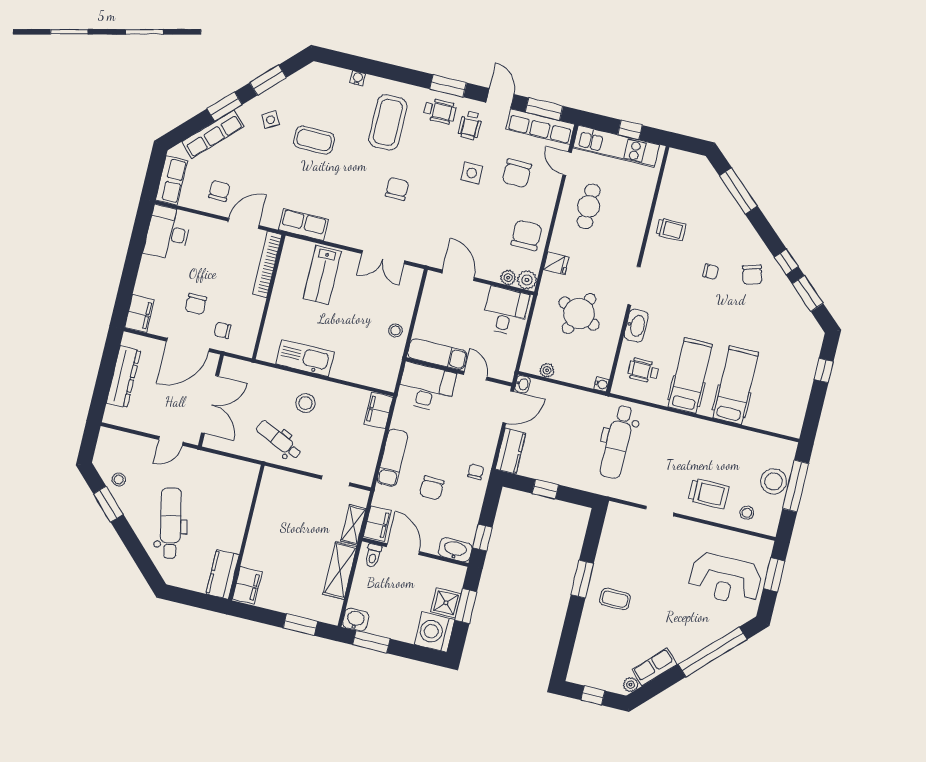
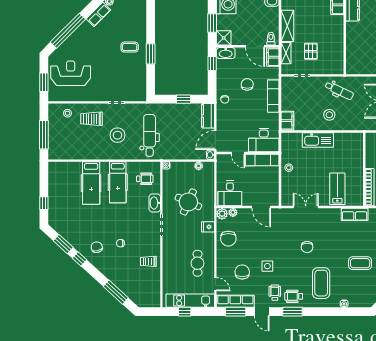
kitchen sink: (305, 358) -> (318, 140), moved
stool: (773, 481) -> (118, 135), moved
pallet: (311, 518) -> (311, 51), added
shower: (446, 603) -> (224, 38), moved

